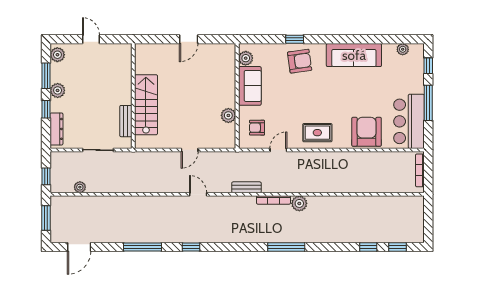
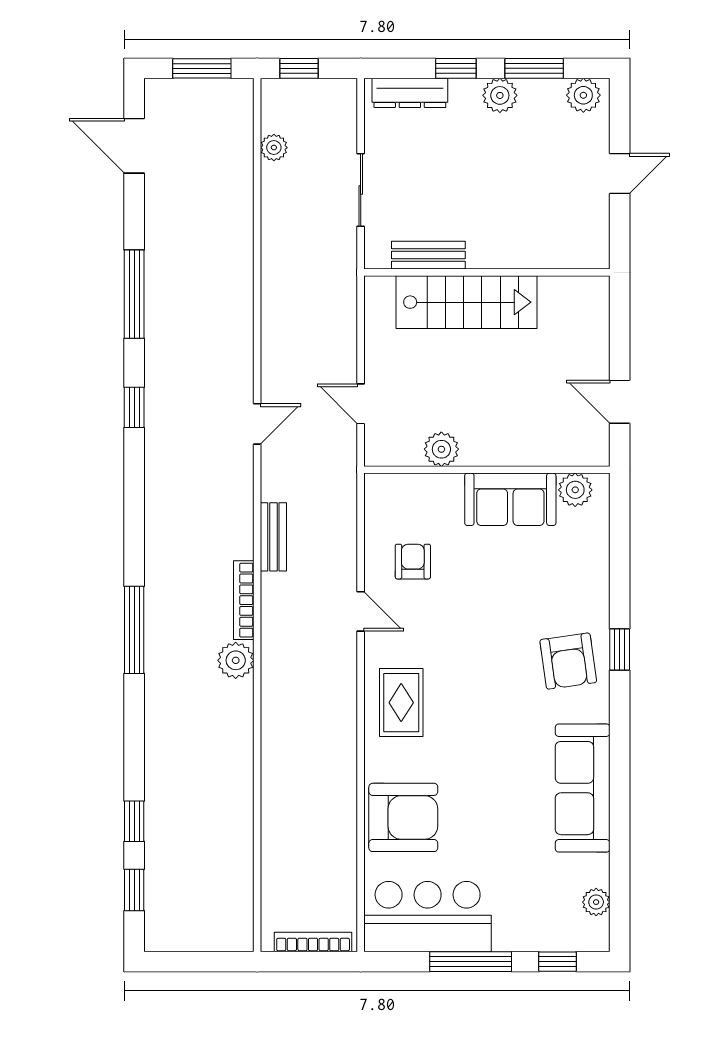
plant: (246, 58) -> (575, 490), moved
sofa: (250, 86) -> (510, 499), moved
wall: (237, 96) -> (487, 470), moved
plant: (228, 115) -> (441, 449), moved

